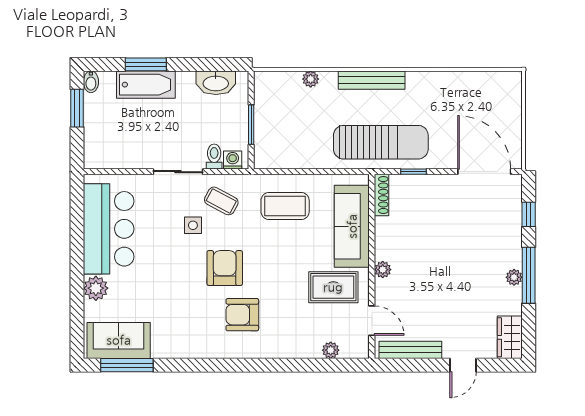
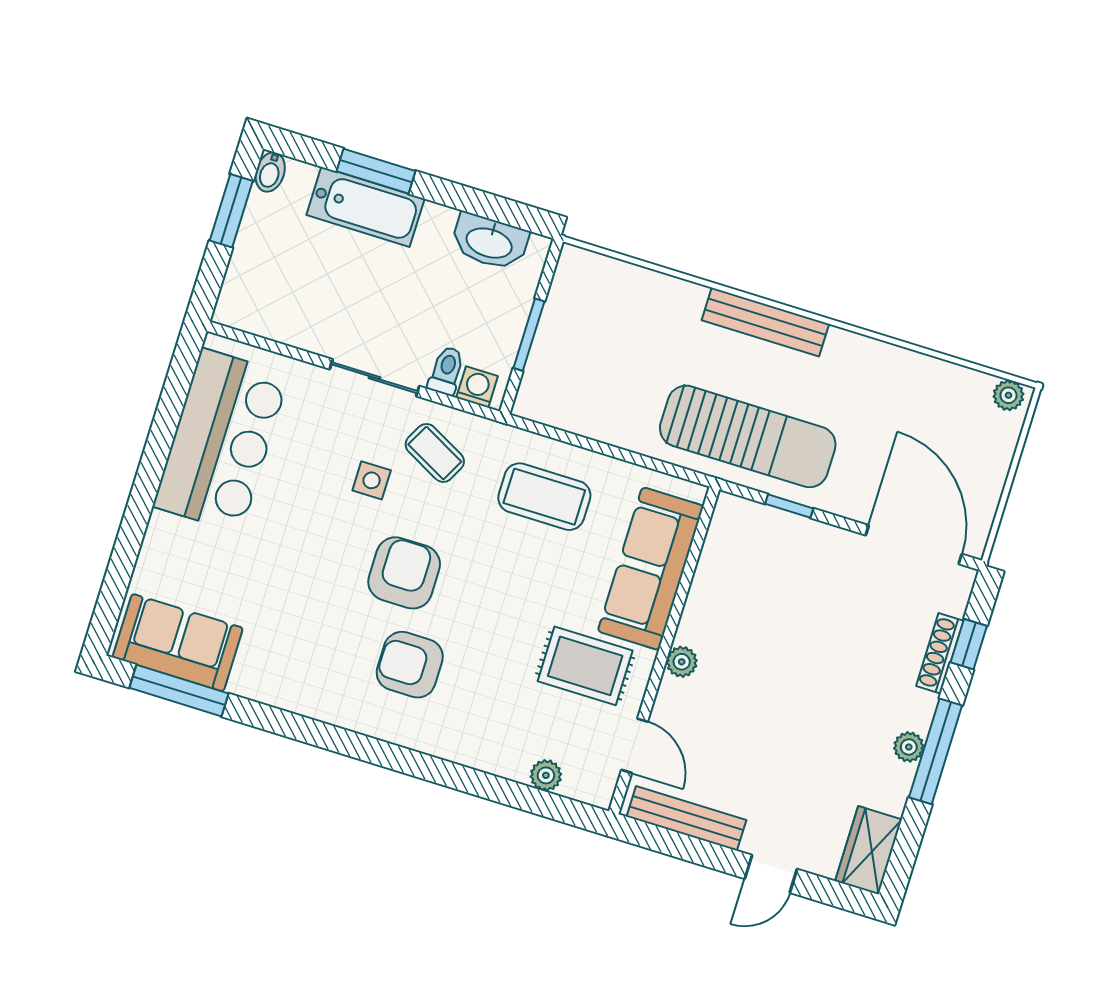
plant: (311, 79) -> (1008, 395), moved
shoe rack: (381, 195) -> (940, 653), moved, turned 180
plant: (96, 288) -> (166, 538), removed

